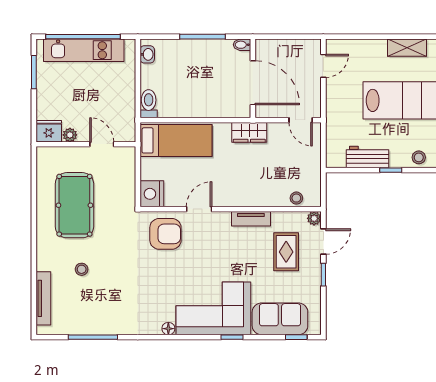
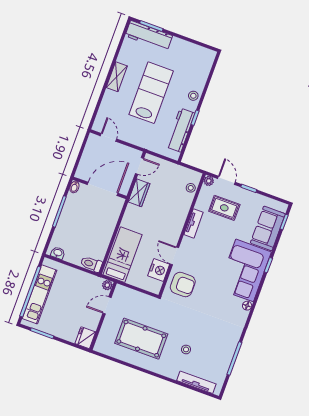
wardrobe: (249, 132) -> (139, 193), moved
plant: (70, 135) -> (107, 285), moved
workbench: (367, 157) -> (181, 130), width x1.38
nightstand: (152, 194) -> (159, 270), moved, turned -90
armchair: (165, 234) -> (183, 284), turned 90

